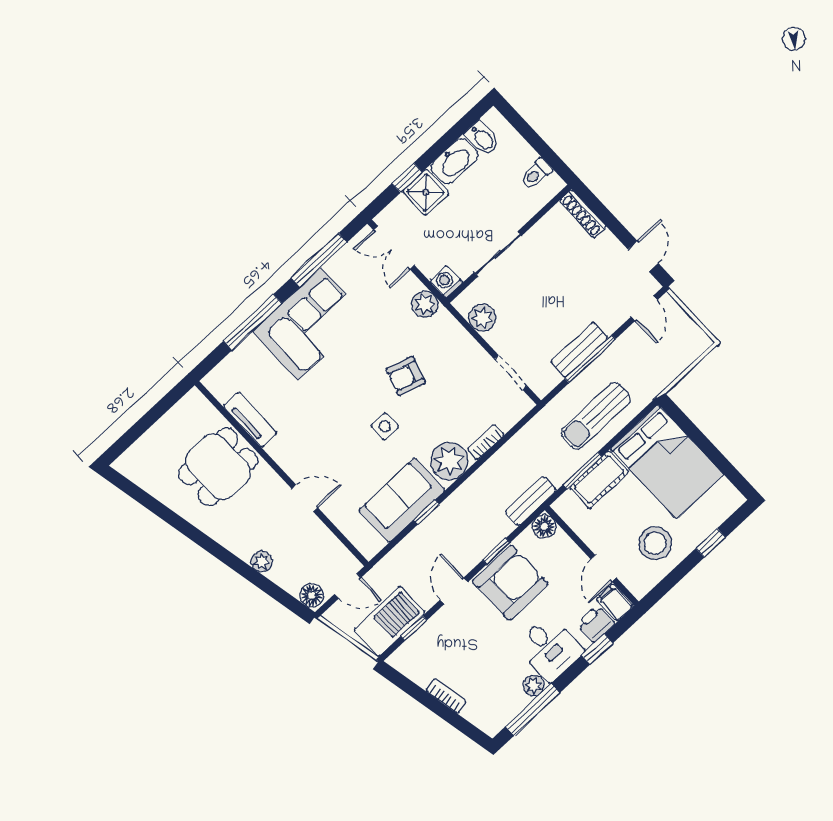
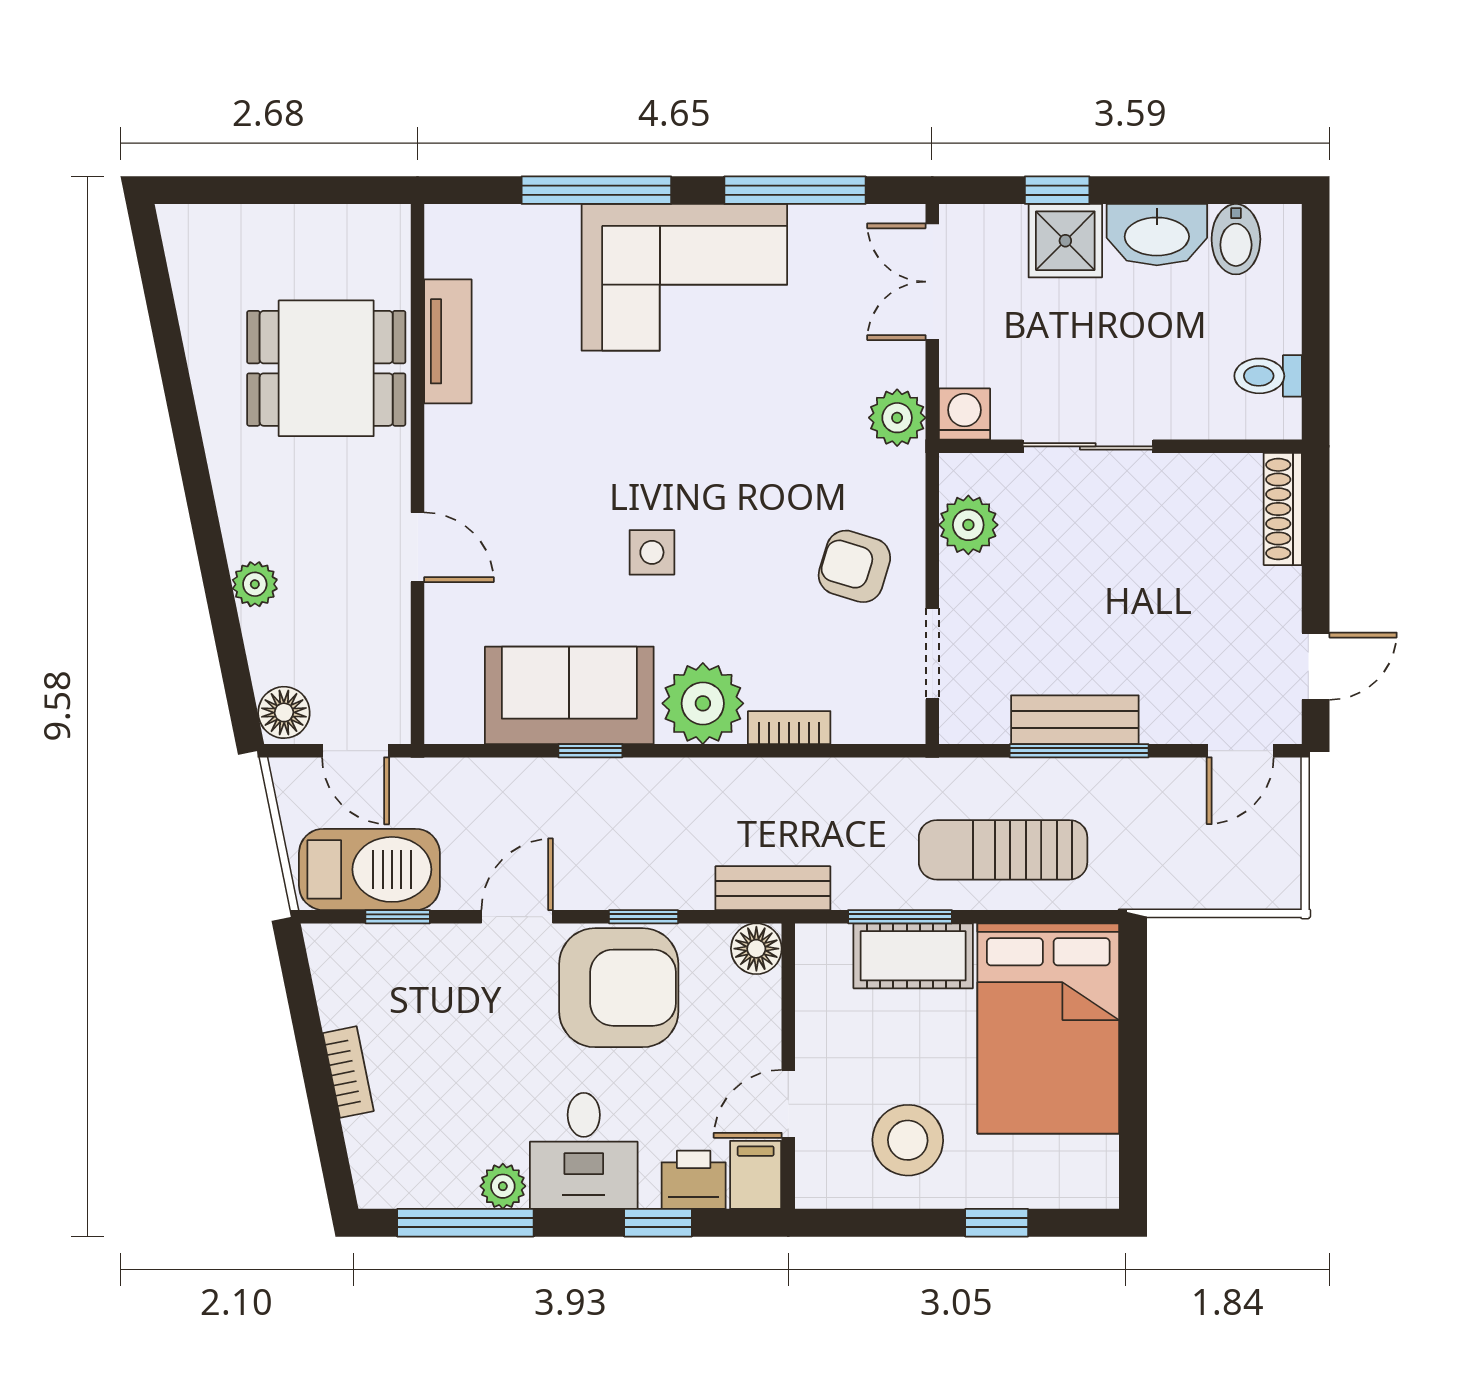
armchair: (406, 376) -> (854, 566), moved

